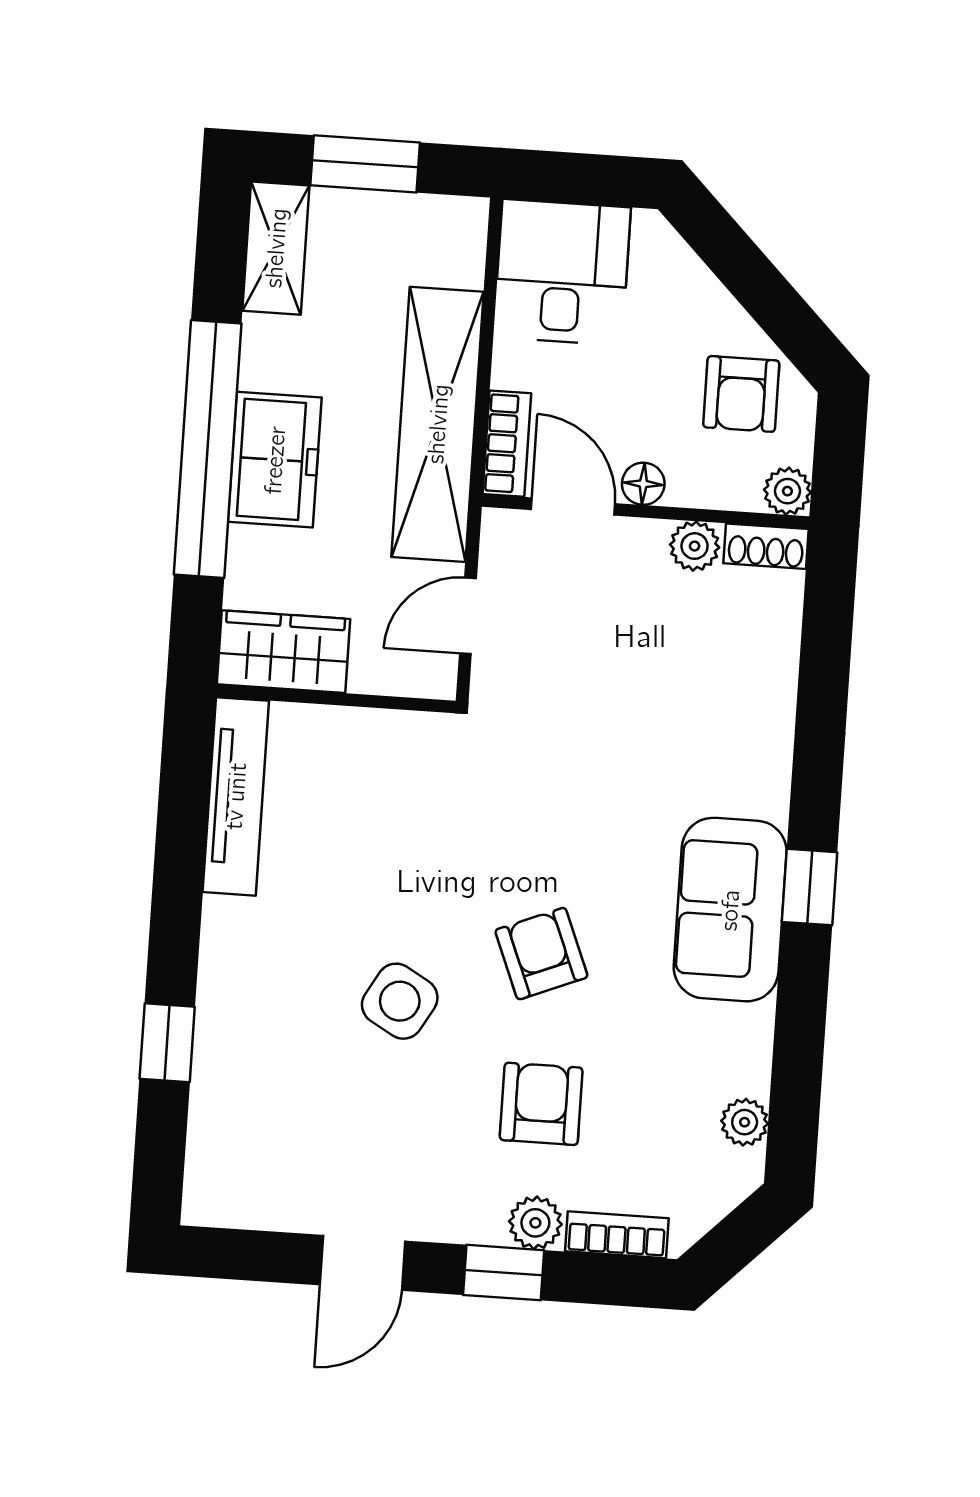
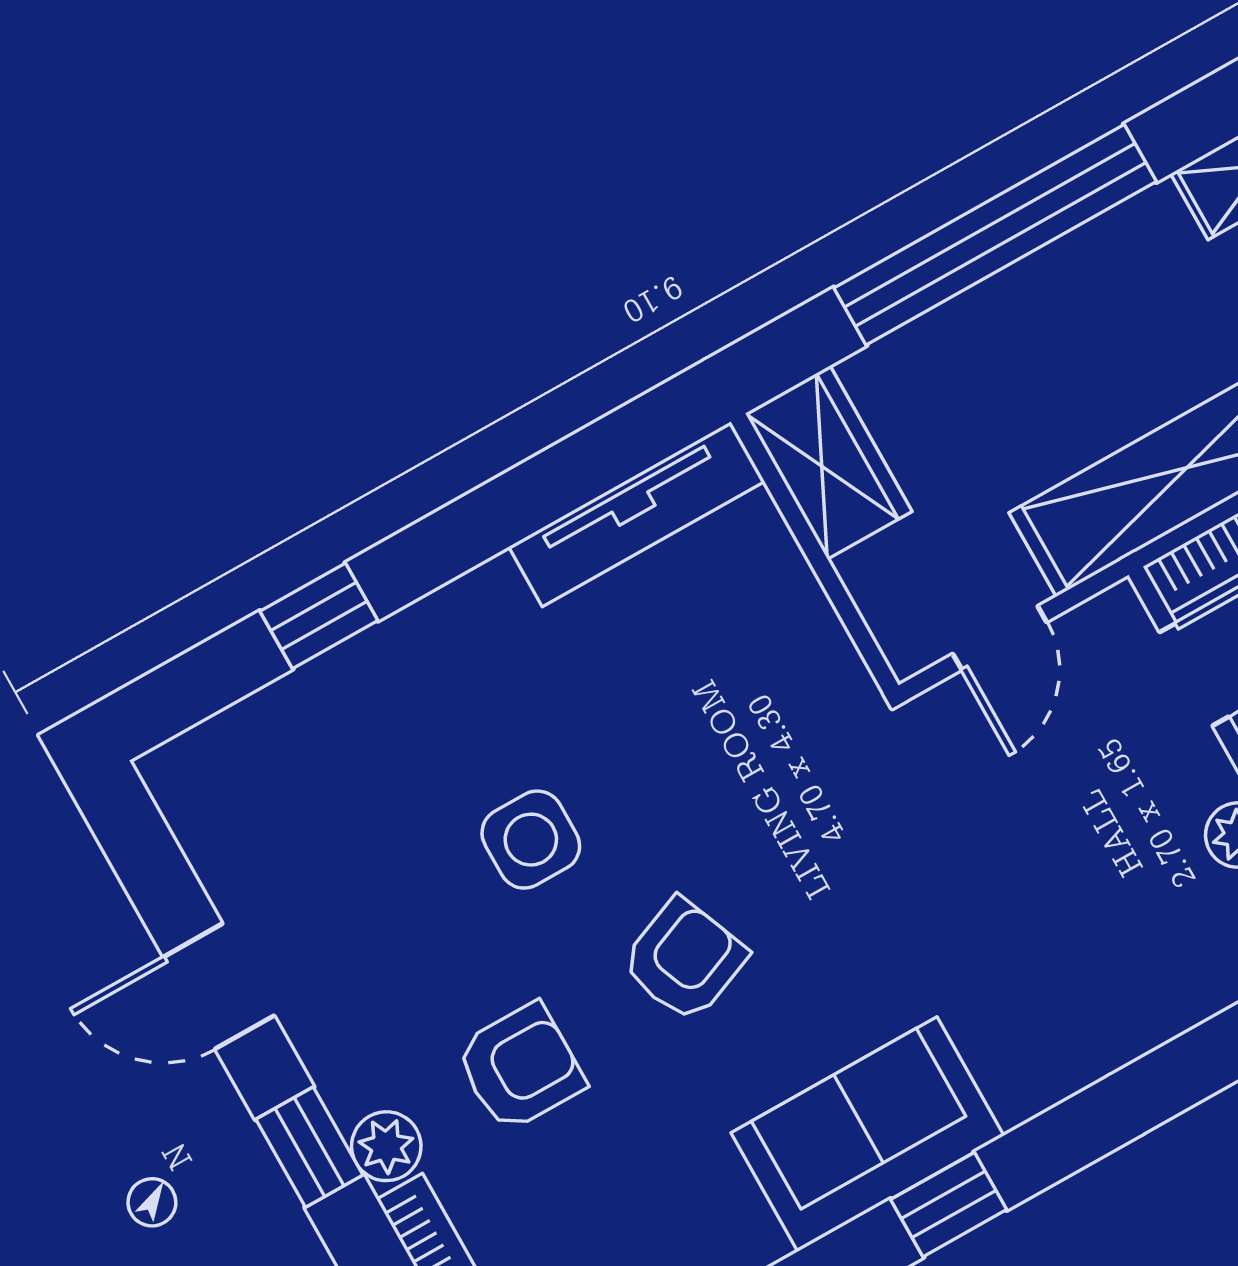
freezer: (275, 460) -> (1032, 315), removed
door: (468, 616) -> (1000, 638), swing flipped
side table: (400, 1001) -> (531, 840), turned -30

